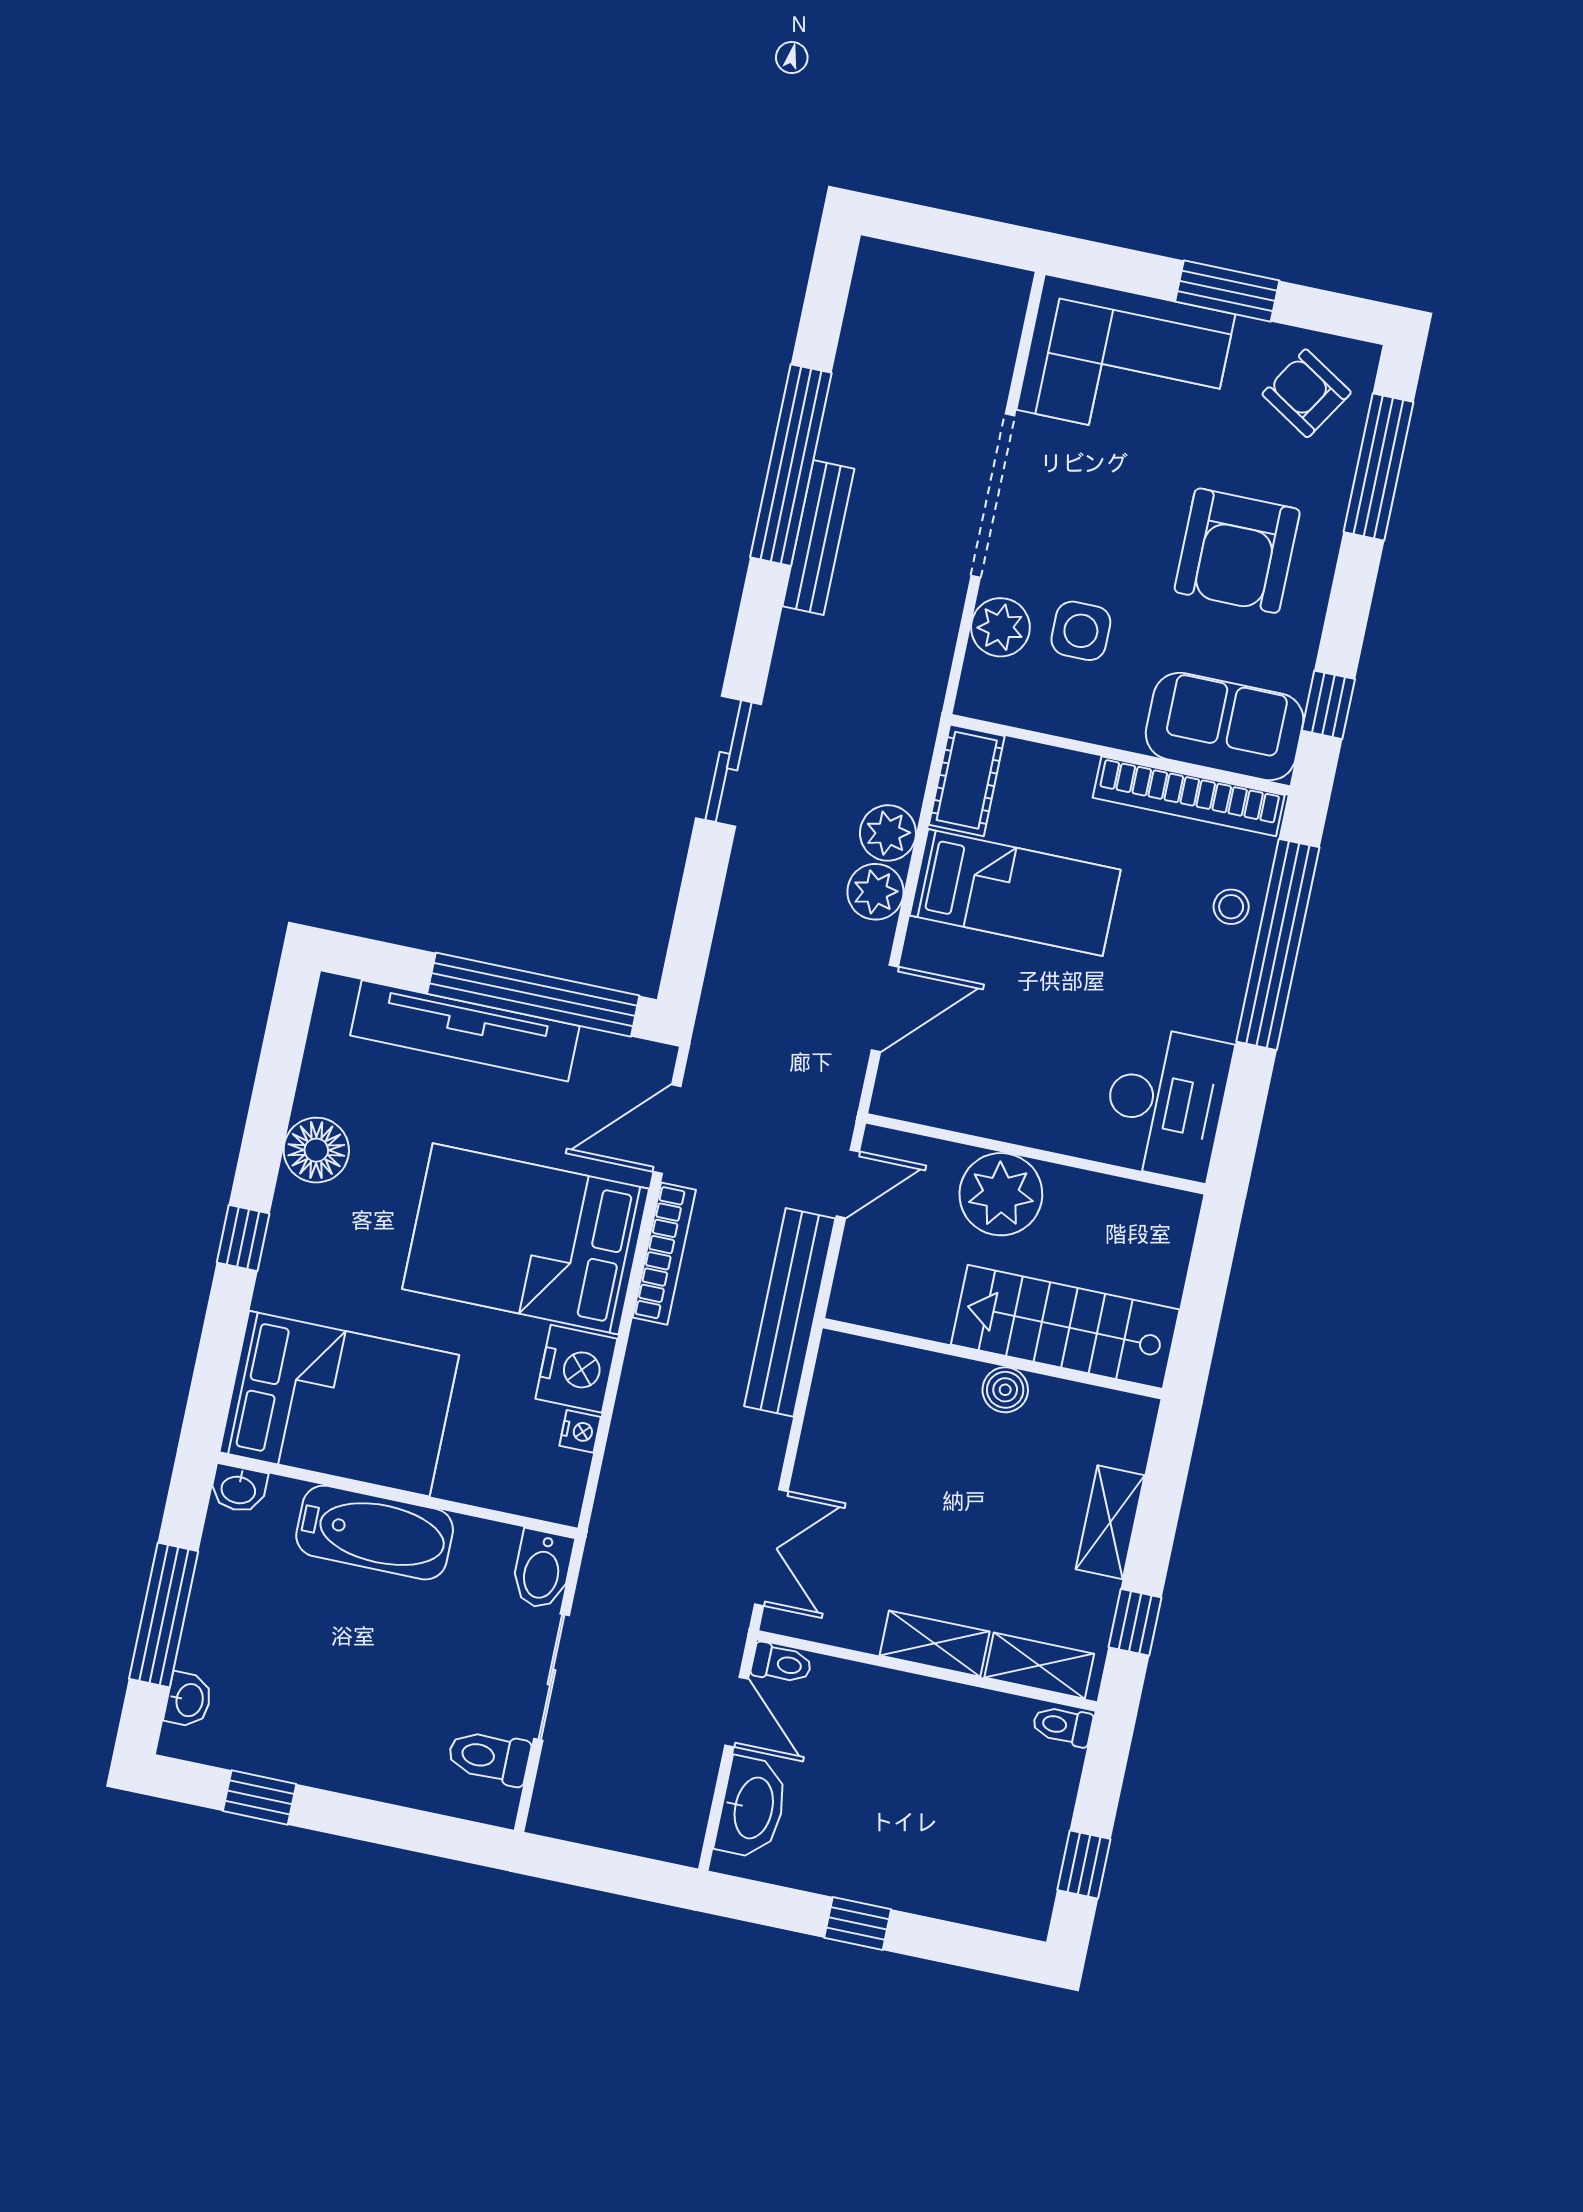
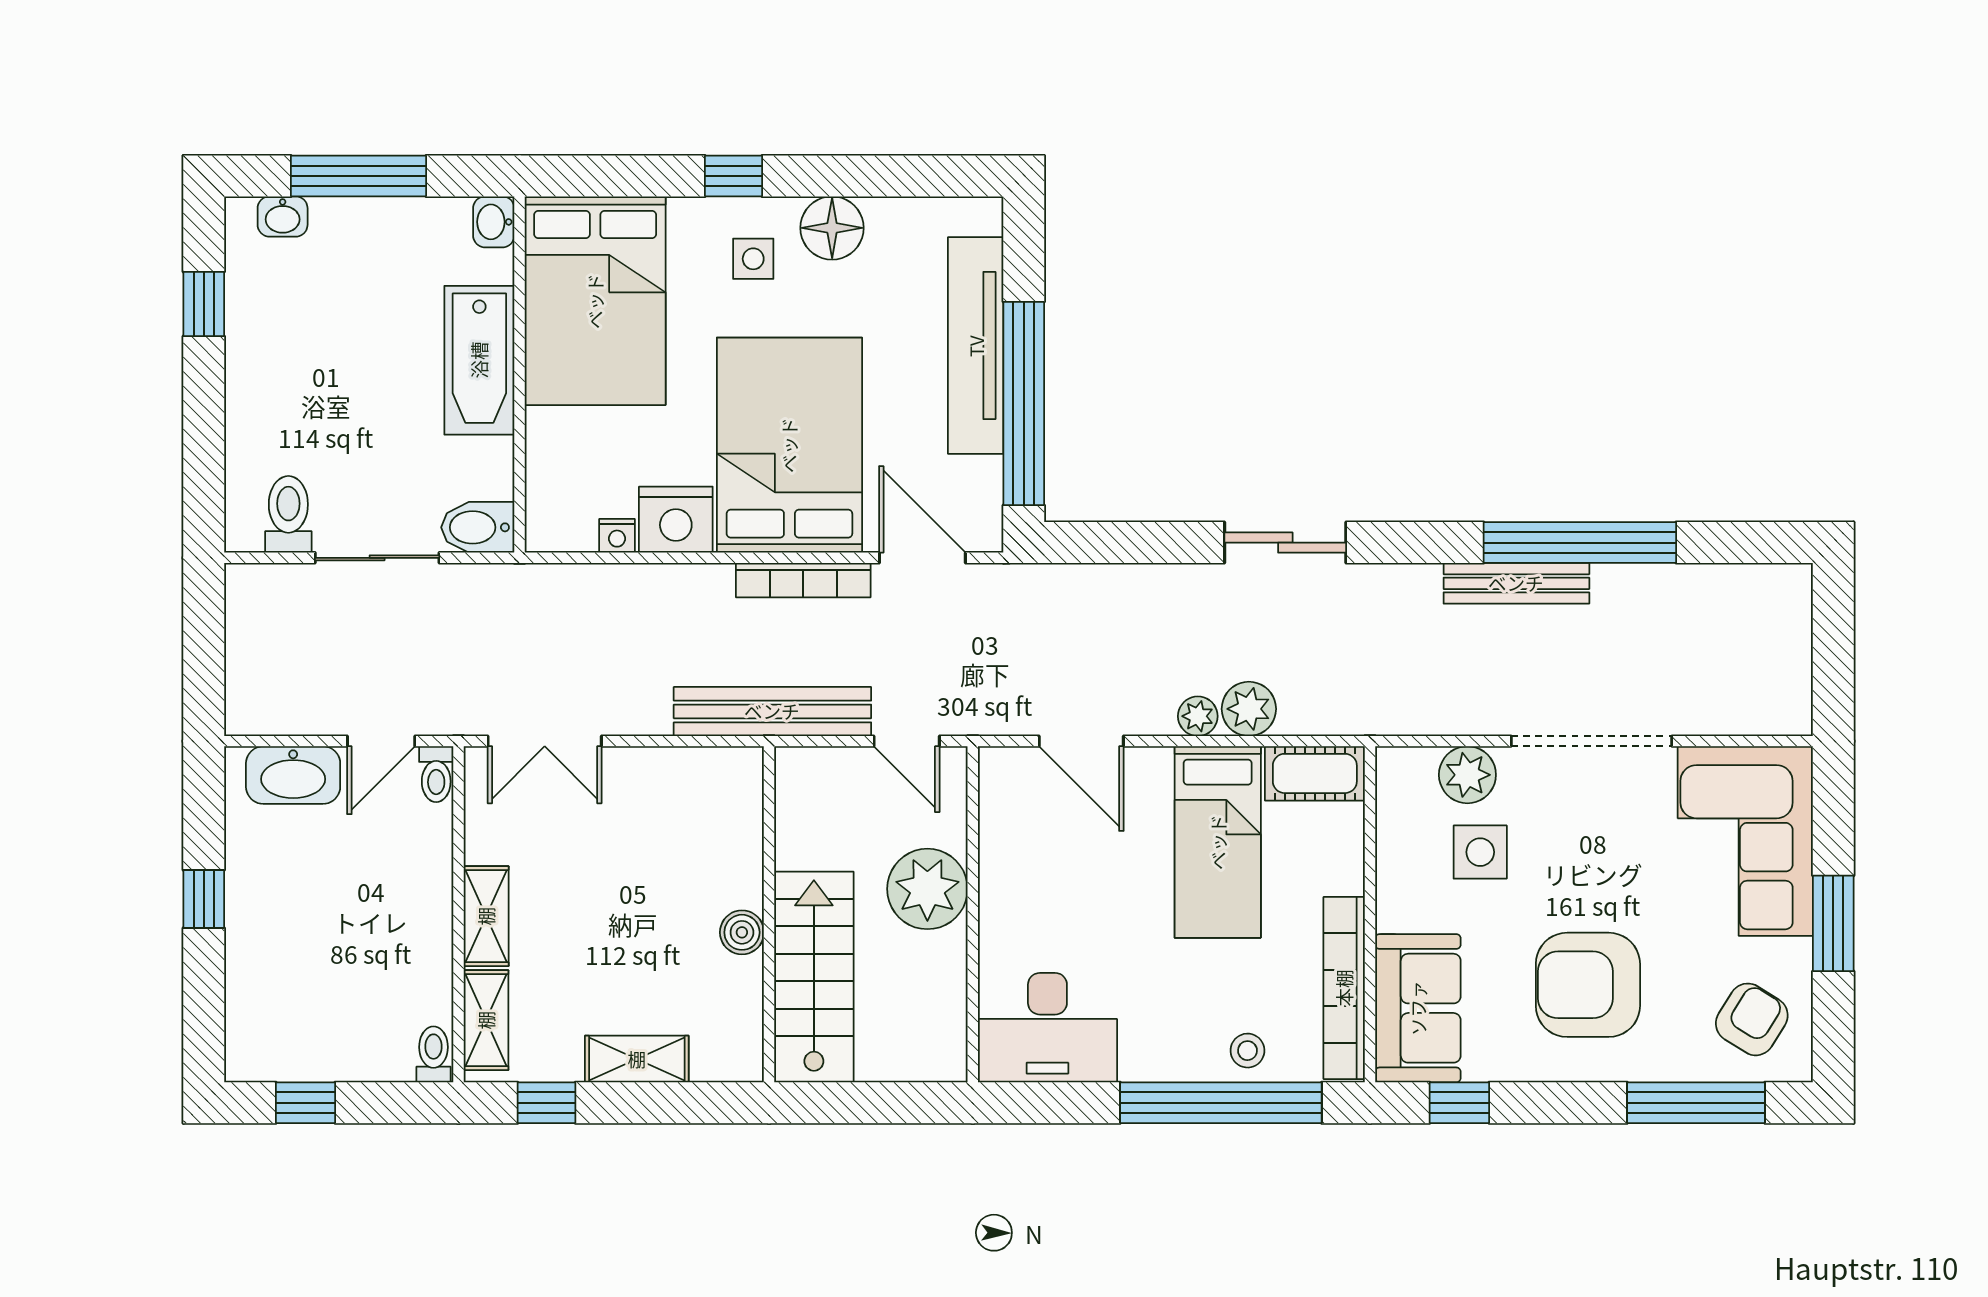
plant: (875, 892) -> (1198, 716), width x0.73, depth x0.73
side table: (331, 1236) -> (753, 259), added

